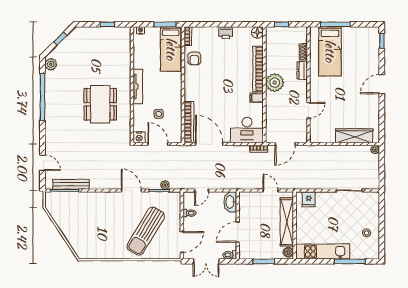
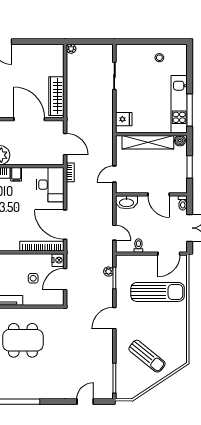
door: (309, 110) -> (29, 119), width x1.88
wardrobe: (354, 136) -> (56, 96), moved
nightstand: (139, 137) -> (58, 260), moved
door: (209, 144) -> (65, 225), hinge flipped
bench: (71, 184) -> (108, 371), removed
door: (131, 191) -> (114, 318), moved
door: (271, 191) -> (114, 174), moved
sun lounger: (85, 221) -> (147, 356), added
sun lounger: (146, 231) -> (158, 292), turned -31
door: (182, 242) -> (169, 254), swing flipped
window: (350, 261) -> (190, 110), moved

